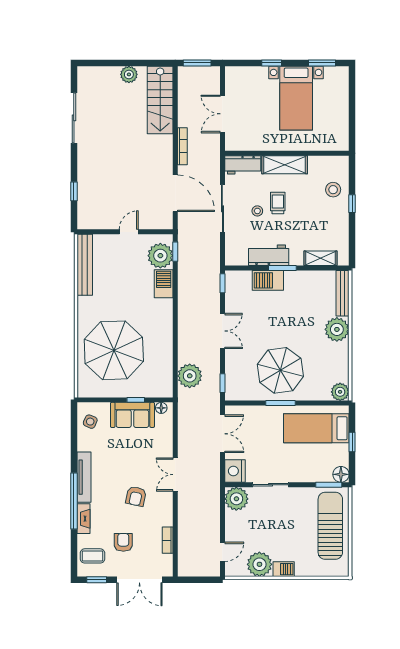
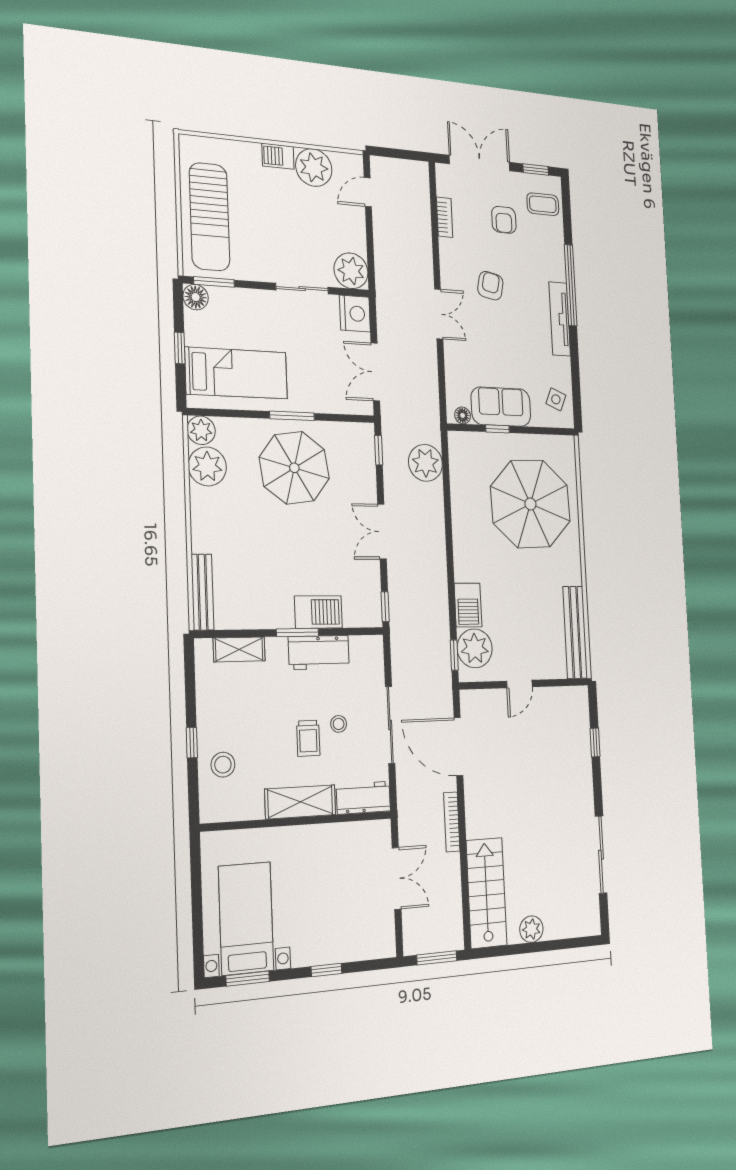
bed with nightstands: (296, 98) -> (246, 918), moved
plant: (337, 329) -> (207, 466), moved
fireplace: (84, 519) -> (557, 259), removed

